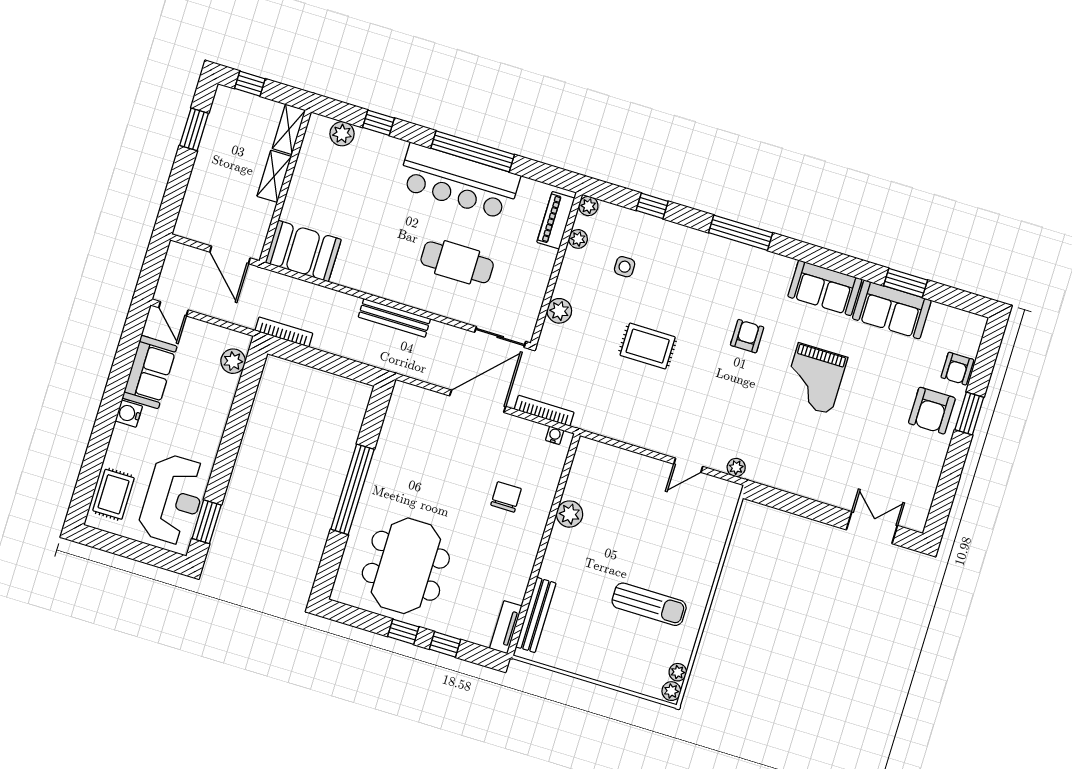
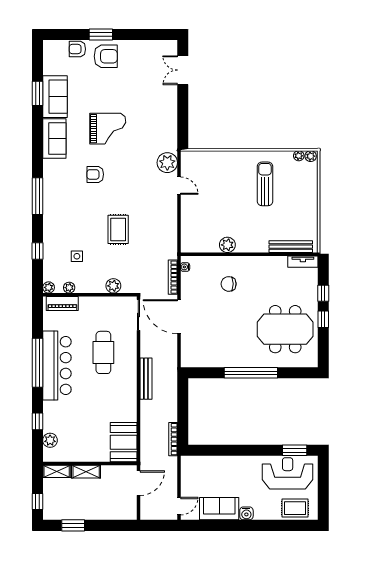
plant: (233, 361) -> (199, 463), removed
armchair: (957, 369) -> (77, 49), turned 180
plant: (736, 467) -> (167, 163), width x1.88, depth x1.88

